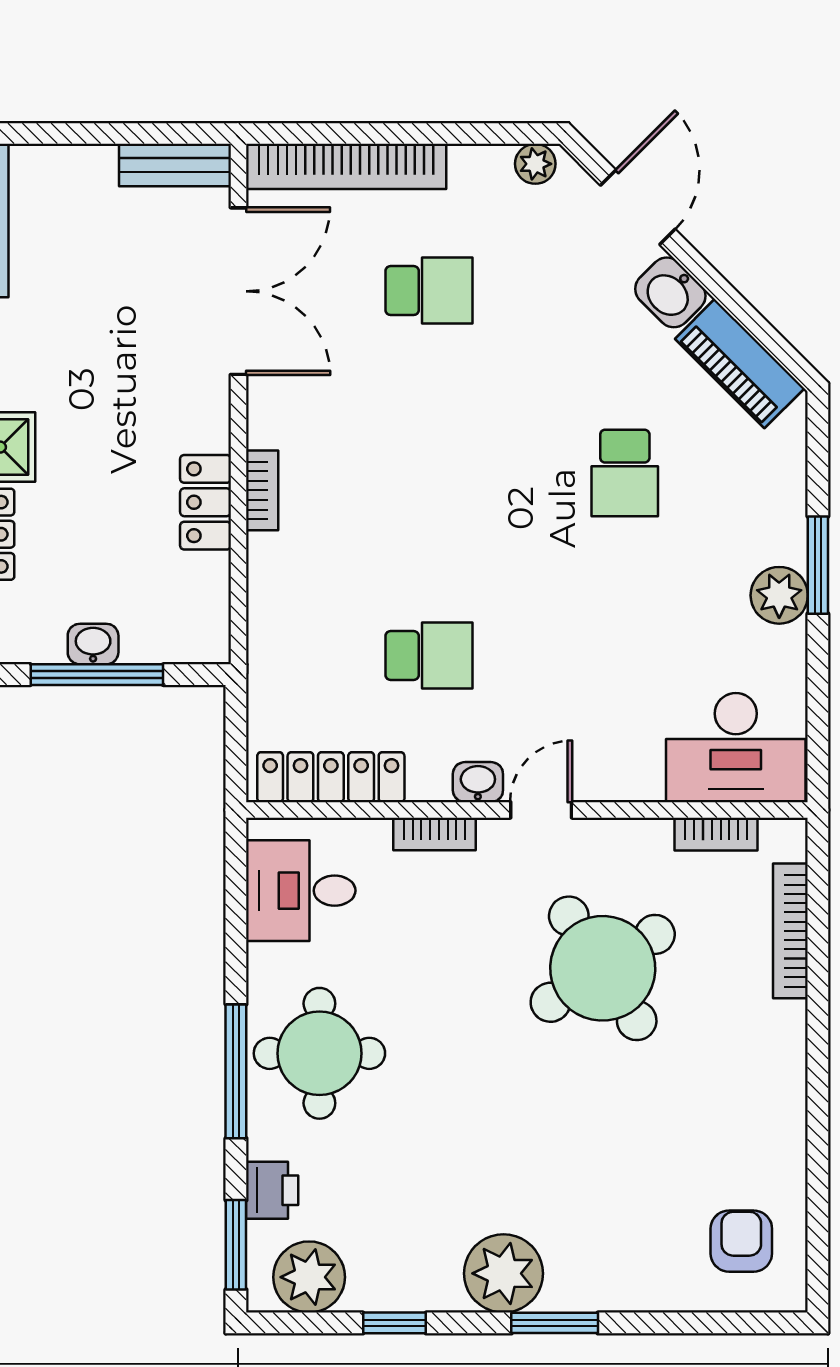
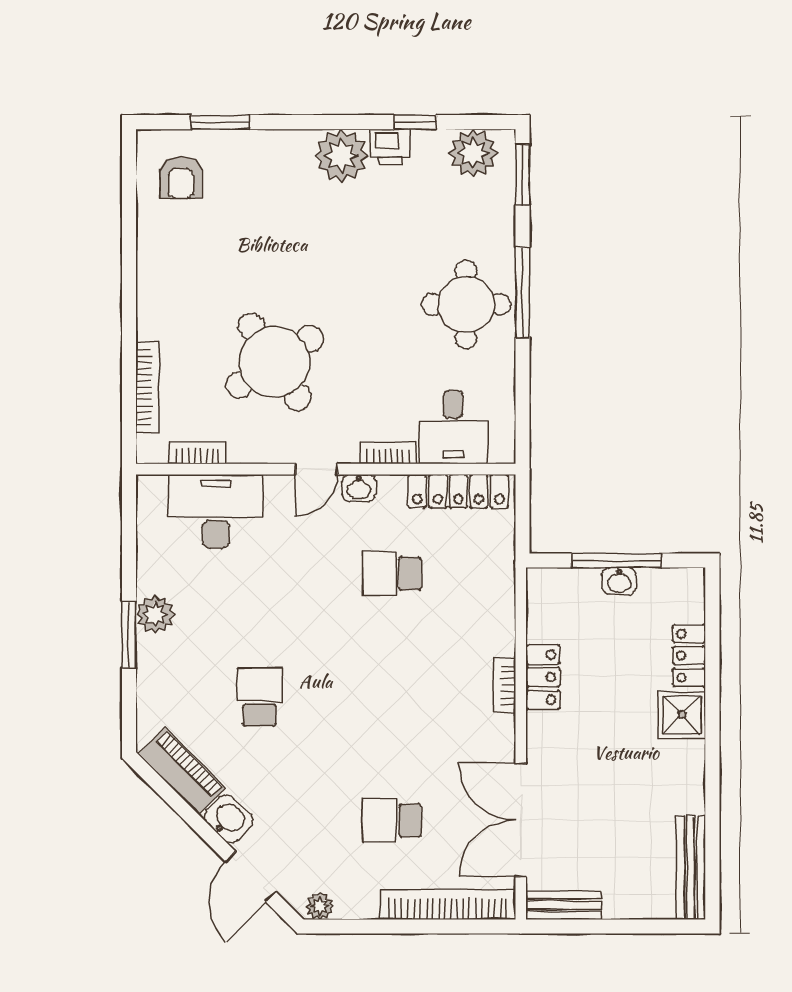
desk: (736, 748) -> (216, 511), moved
desk: (301, 891) -> (453, 427), moved, turned 90
printer: (272, 1190) -> (390, 147), moved, turned -90
window: (555, 1323) -> (220, 122), moved

